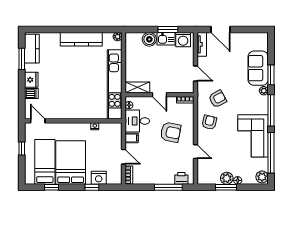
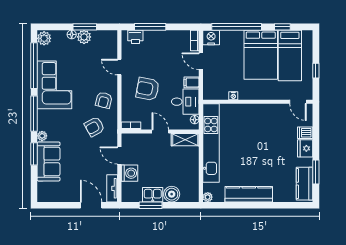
washing machine: (183, 40) -> (130, 173), moved, turned 90
nightstand: (99, 178) -> (211, 37), moved
window: (92, 187) -> (237, 27), width x3.17

